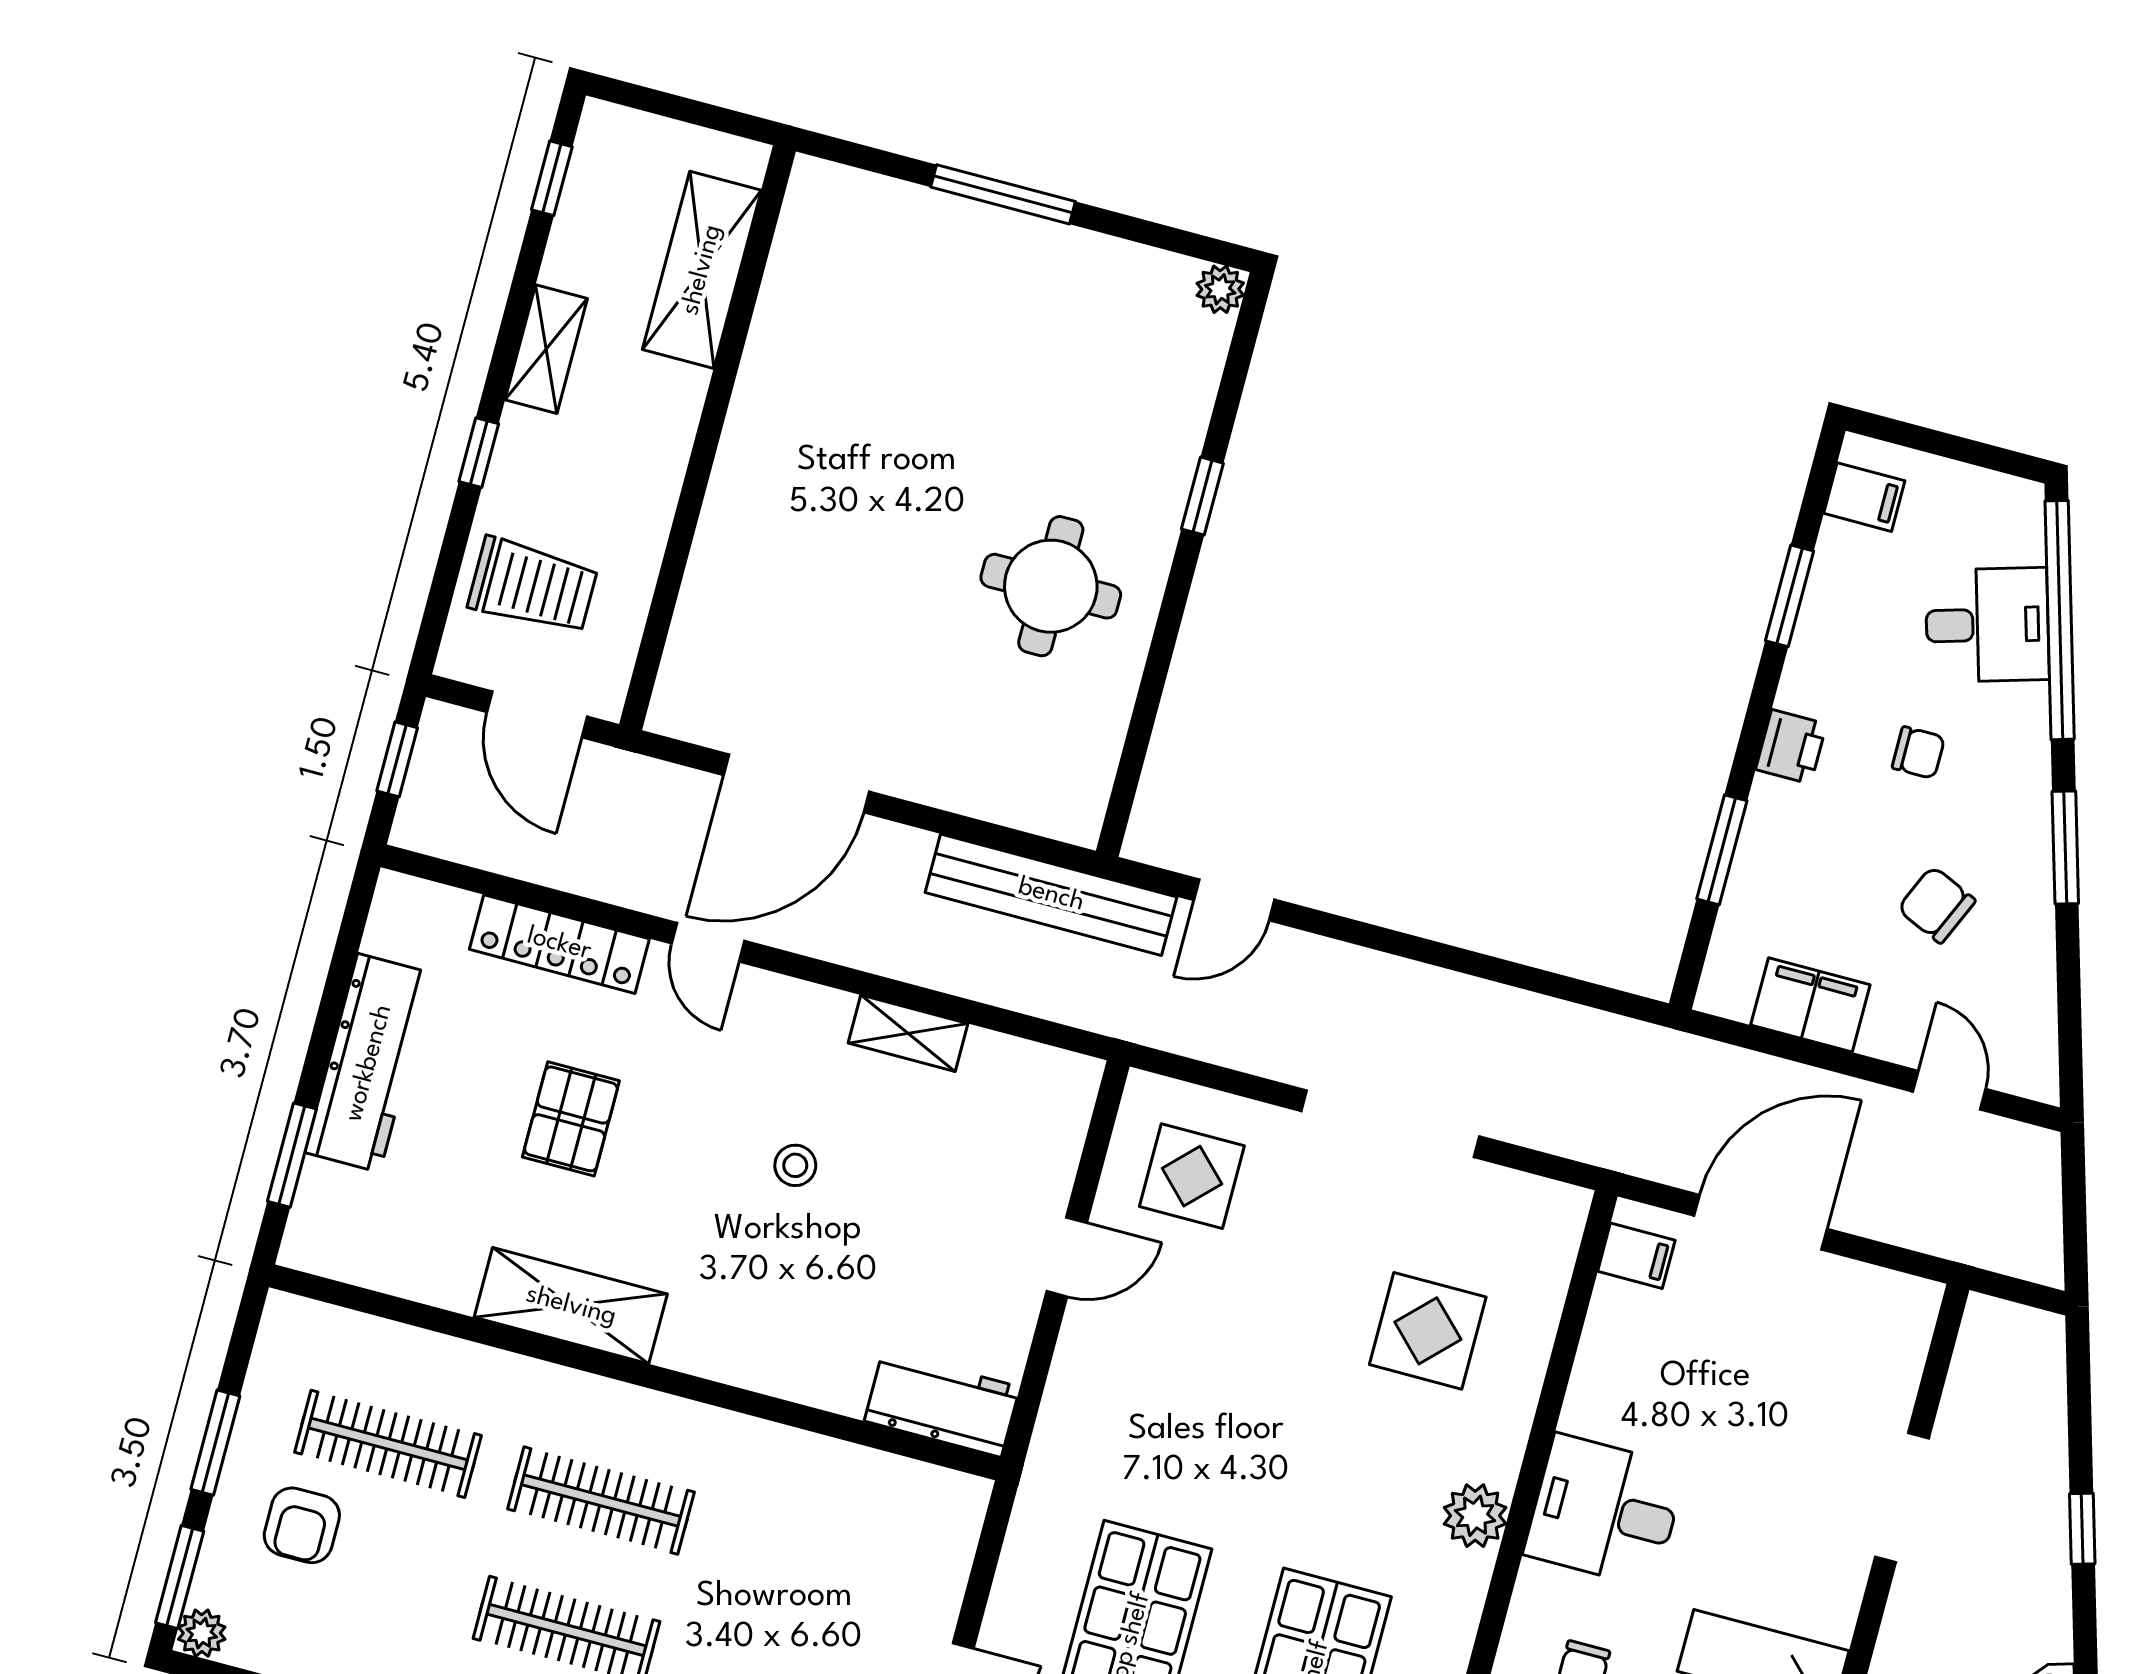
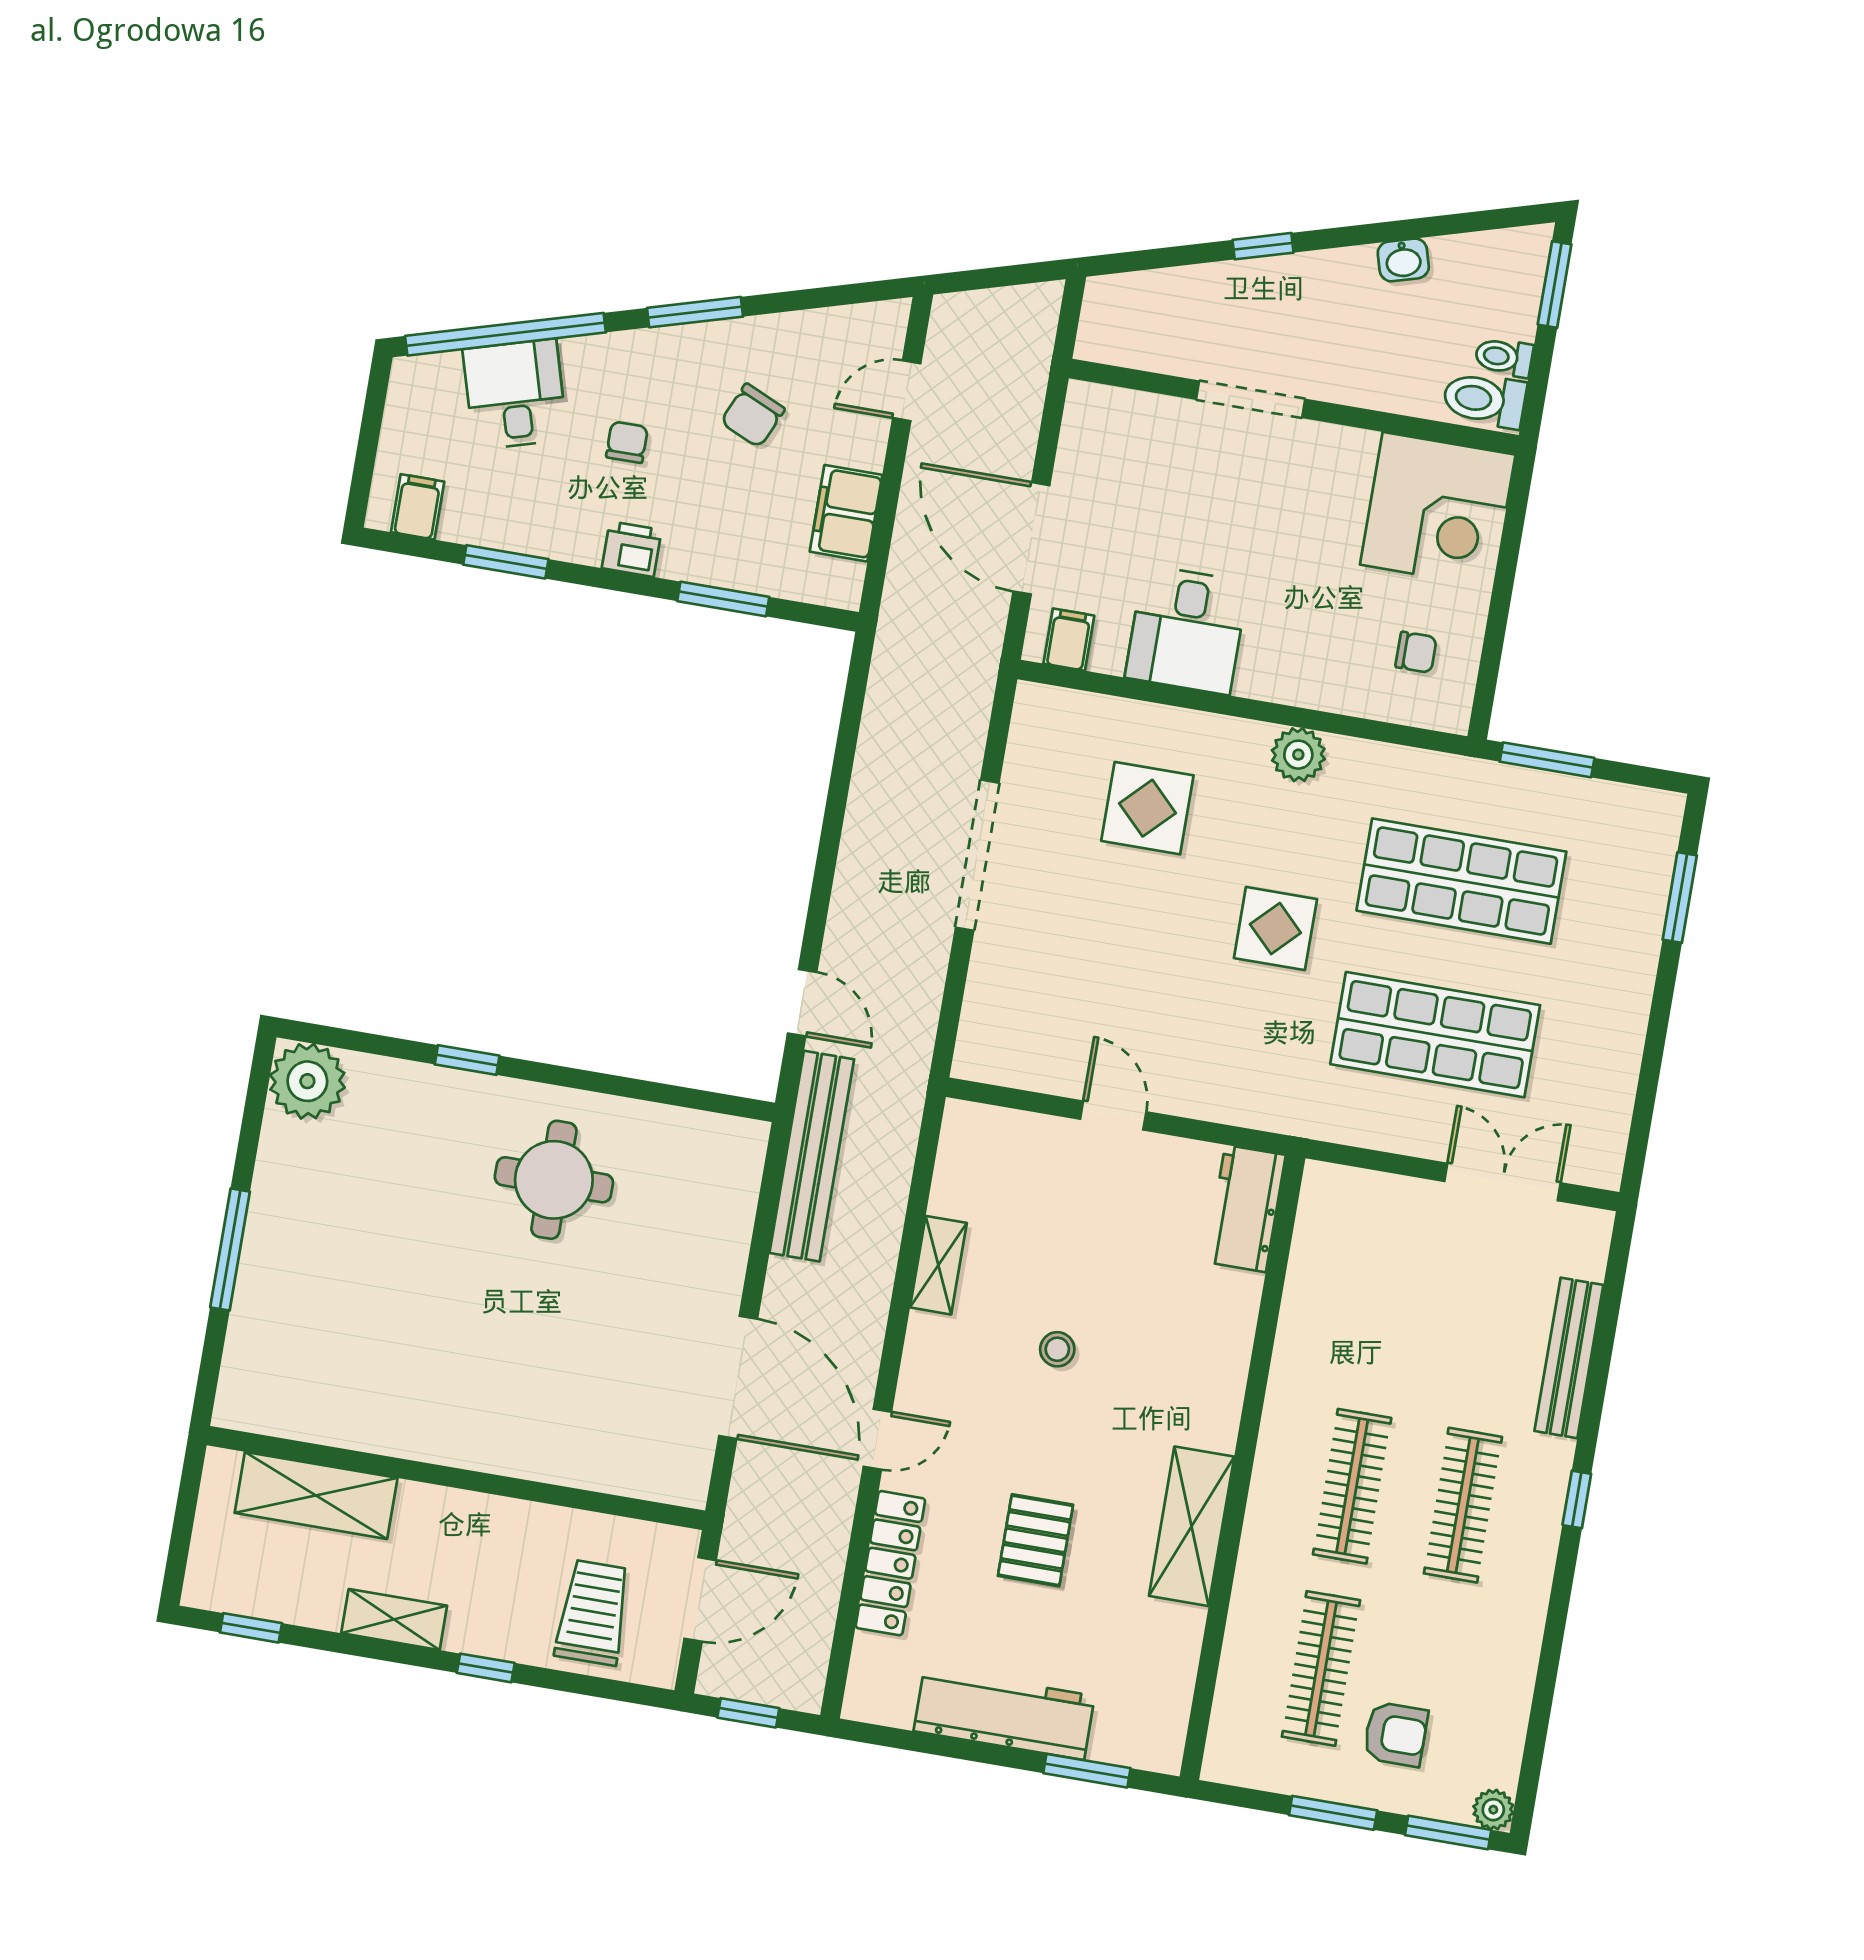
plant: (1220, 289) -> (307, 1081), width x1.88, depth x1.88
pallet: (571, 1119) -> (1036, 1540), turned 90
display table: (1192, 1176) -> (1275, 929), moved
desk: (1605, 1511) -> (1187, 630), moved

